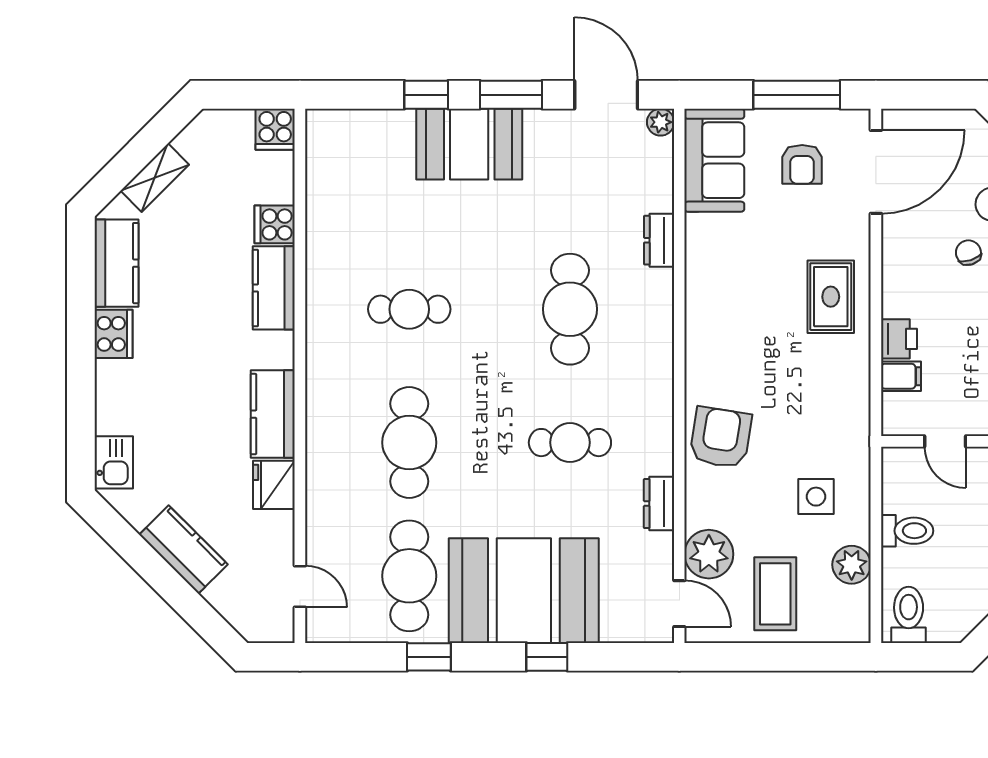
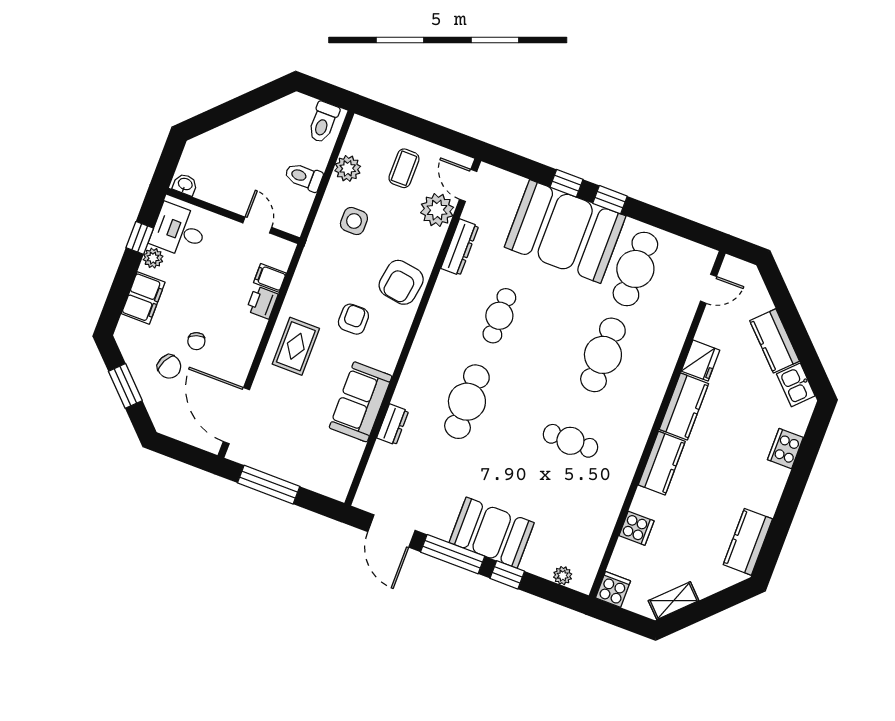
window: (511, 95) -> (453, 554), width x1.44
plant: (661, 122) -> (563, 576), moved
sofa: (714, 160) -> (361, 402), moved
armchair: (802, 164) -> (353, 319), moved
door: (876, 172) -> (236, 416), hinge flipped
shelving: (155, 178) -> (674, 601), moved
kitchen counter: (274, 288) -> (662, 463), moved
cooker: (114, 334) -> (785, 449), moved
cafe table: (570, 443) -> (499, 316), turned 90
kitchen sink: (114, 462) -> (796, 385), moved, turned -45
dresser: (659, 504) -> (460, 247), width x1.44
door: (300, 586) -> (708, 289), swing flipped
coffee table: (775, 594) -> (404, 168), width x0.73, depth x0.77
window: (429, 657) -> (610, 200), moved

